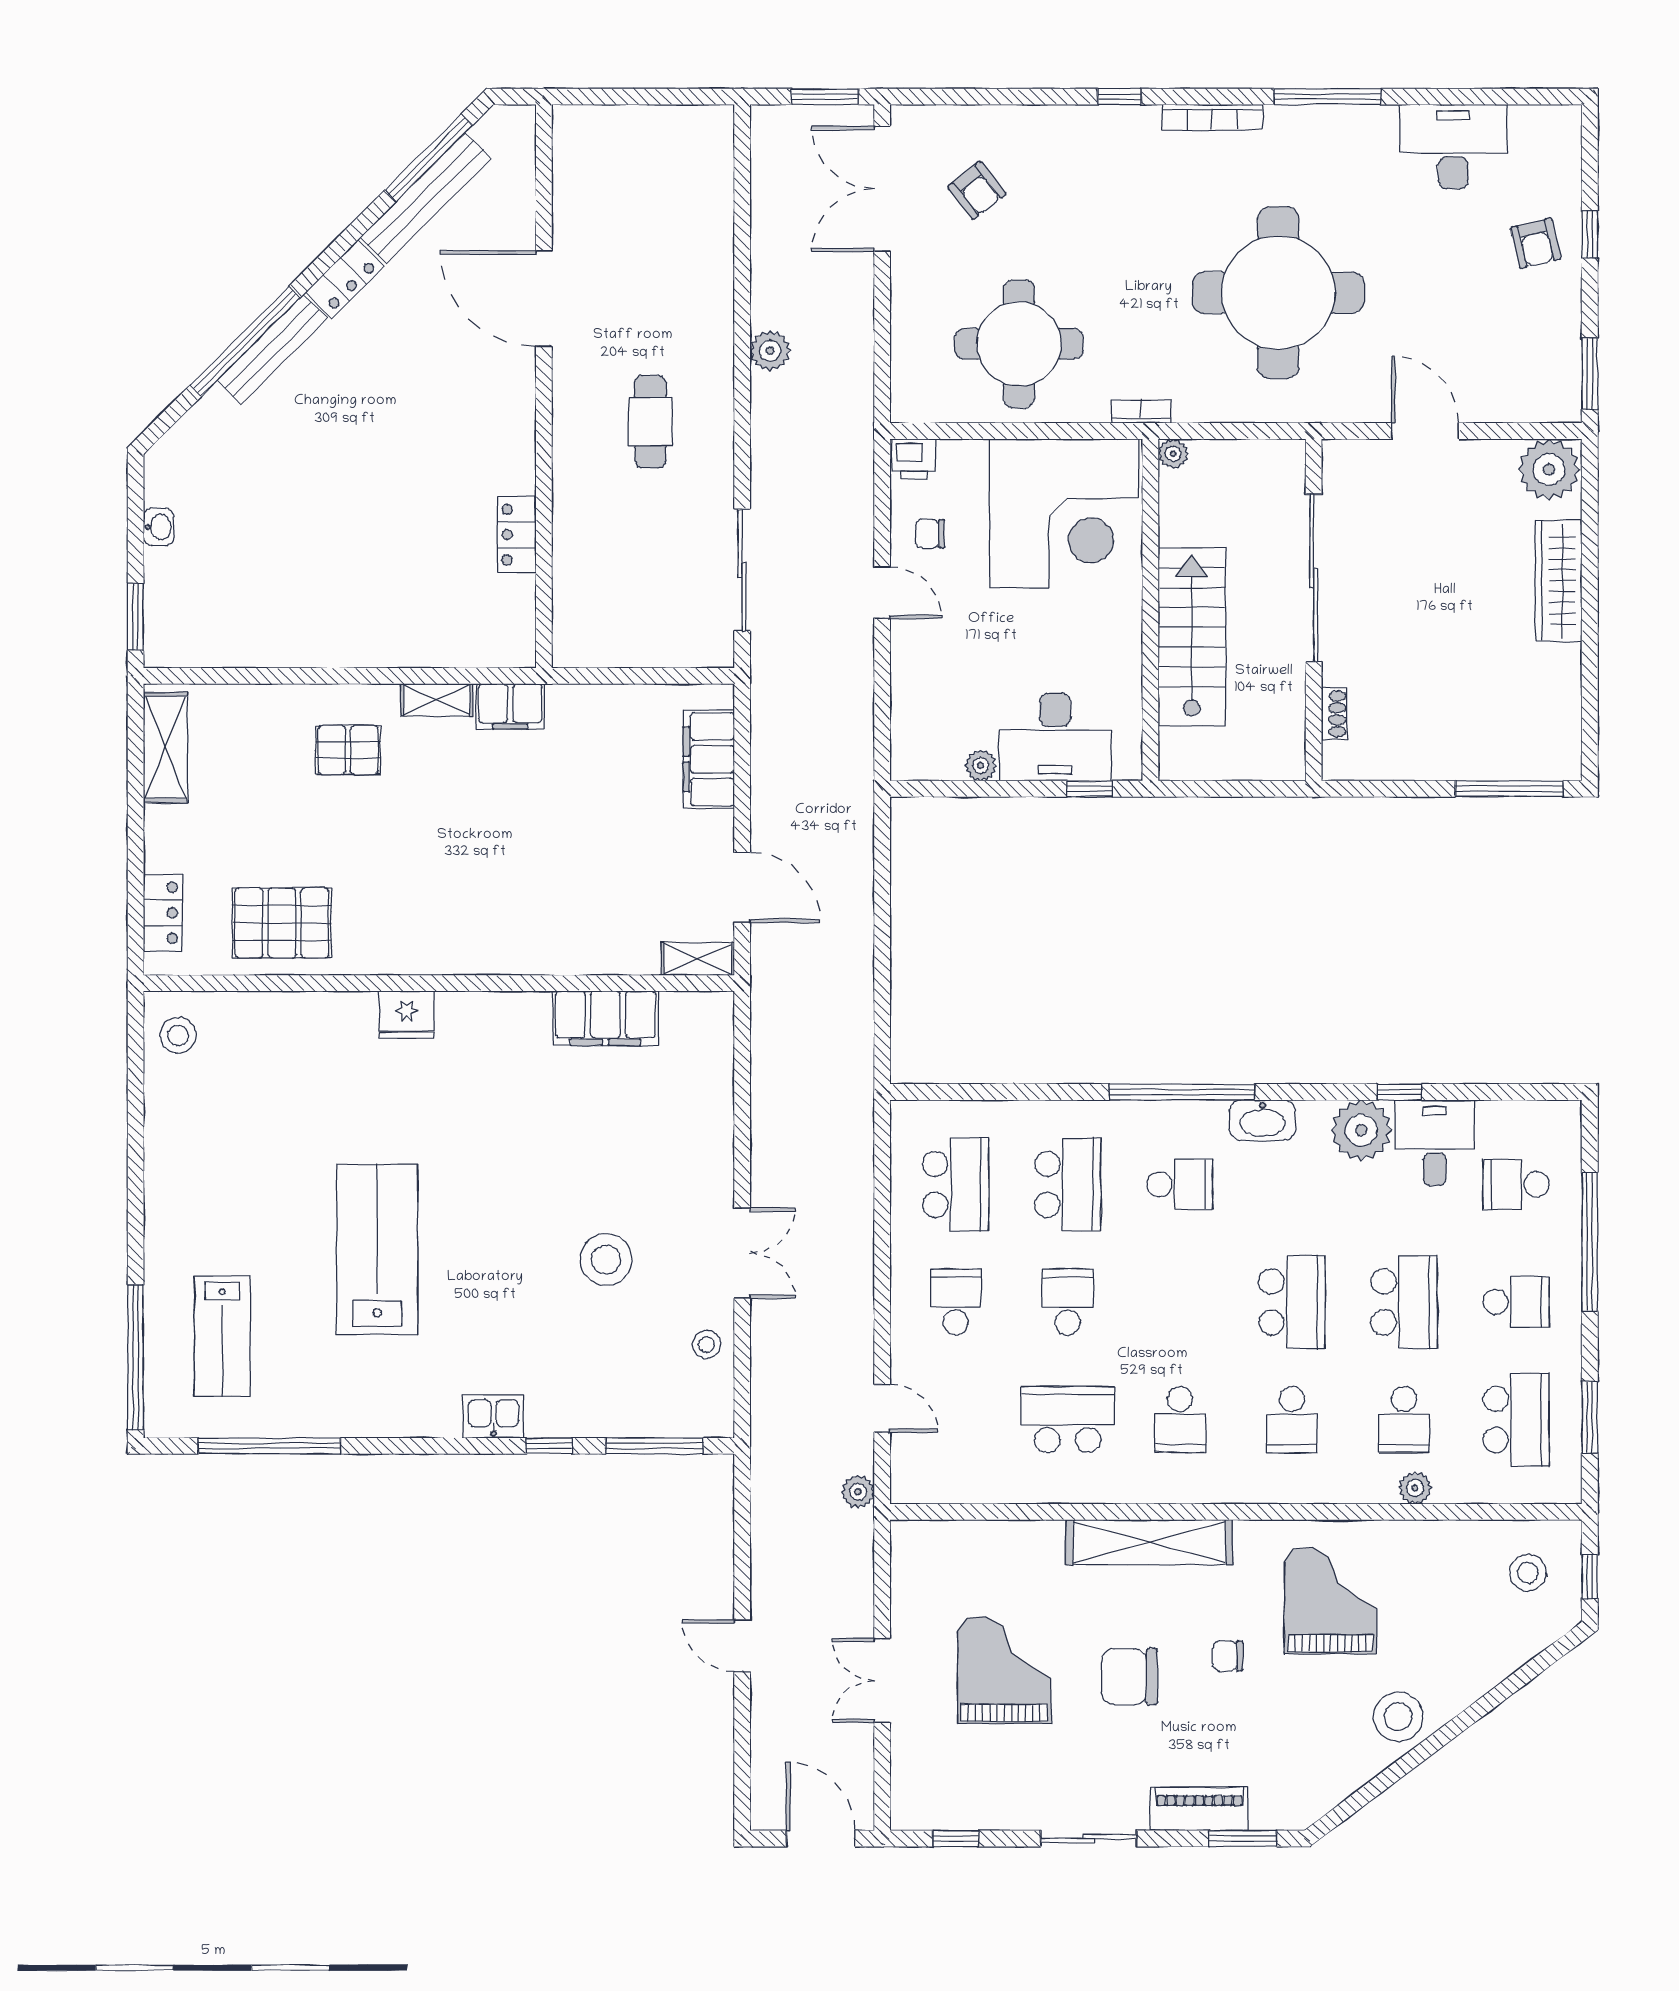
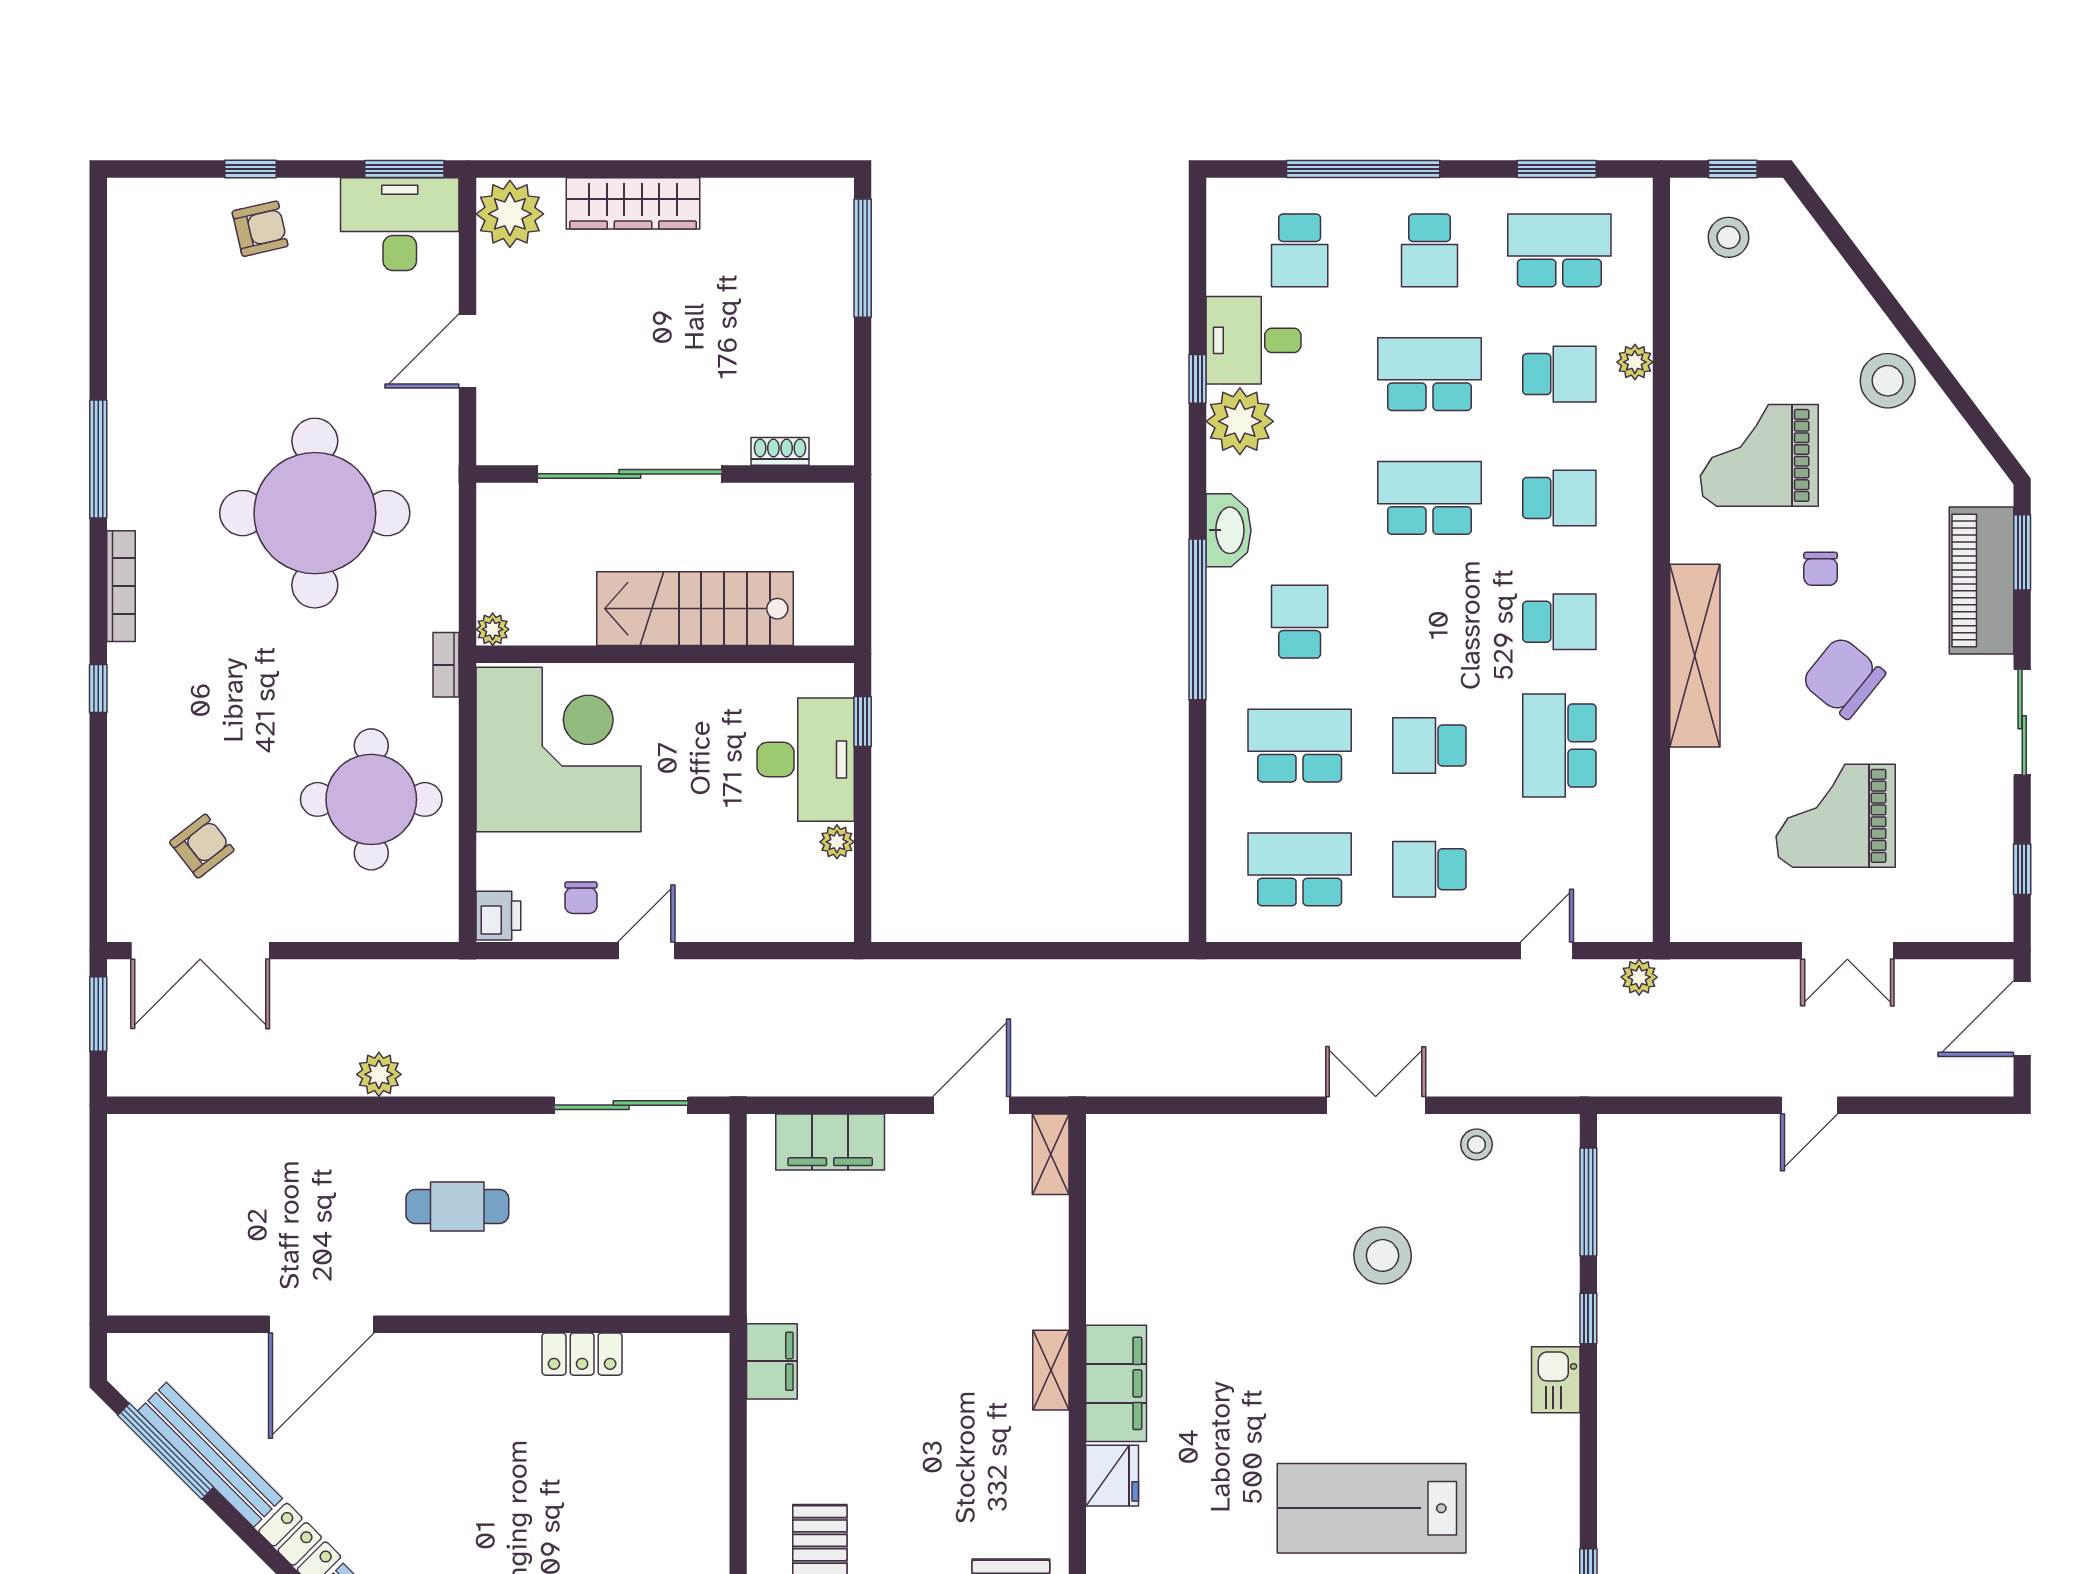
desk: (1453, 147) -> (400, 224), moved, turned 90
shelving: (437, 700) -> (1051, 1370), moved
filing cabinet: (605, 1018) -> (1116, 1383), moved
school desk: (1516, 1302) -> (1429, 250), turned 180
chair: (1129, 1677) -> (1843, 678), turned 129
piano: (1199, 1809) -> (1981, 581), width x1.37, depth x1.33

